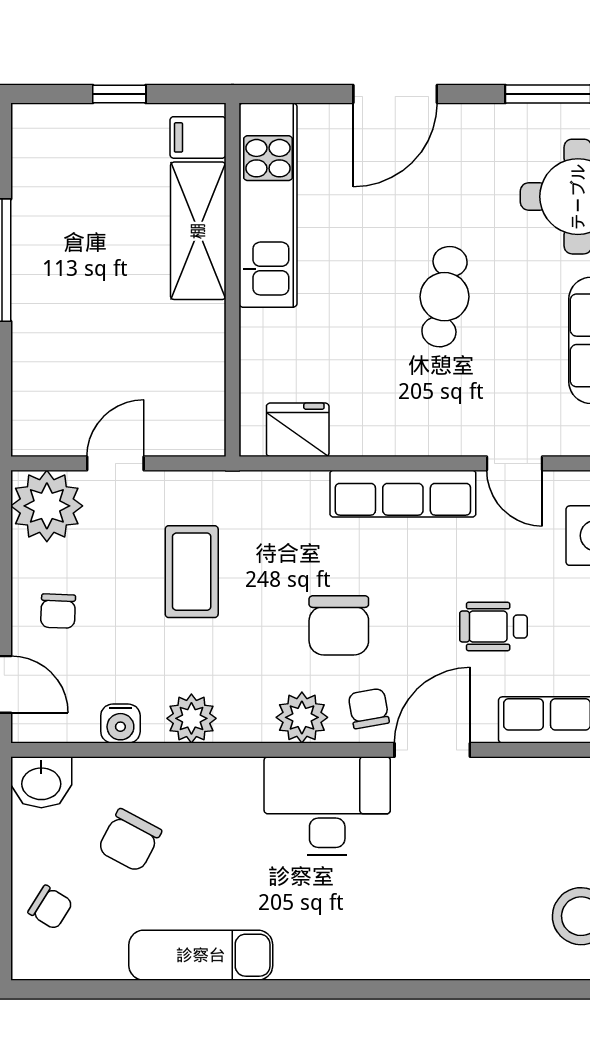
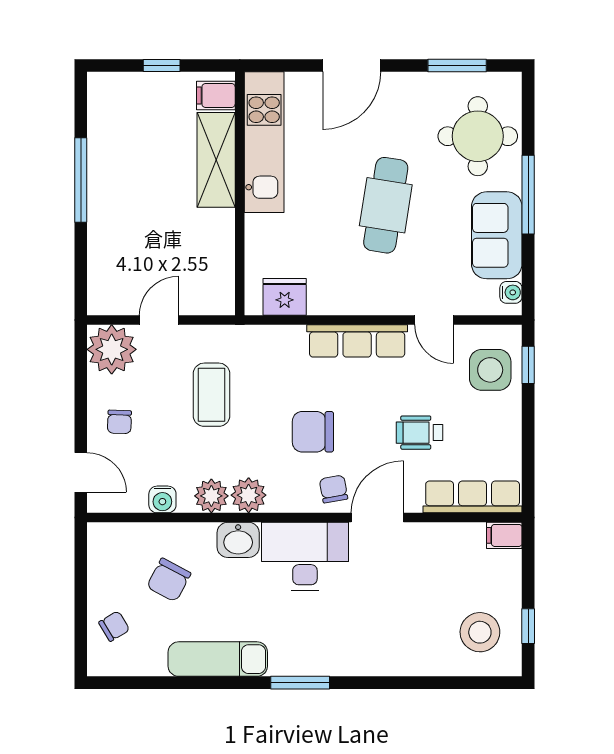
cafe table: (444, 297) -> (386, 205), width x1.37, depth x1.35
chair: (339, 625) -> (313, 432), turned 90
plant: (302, 717) -> (249, 495), moved
washbasin: (41, 782) -> (238, 540), moved
chair: (50, 907) -> (114, 626), turned -63
window: (320, 989) -> (300, 683), added

